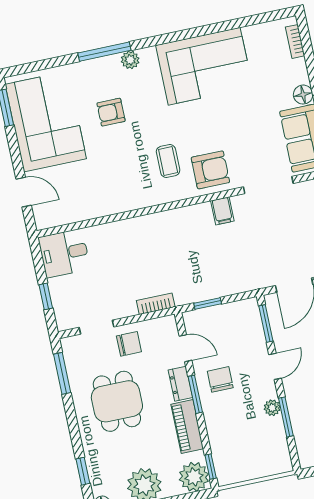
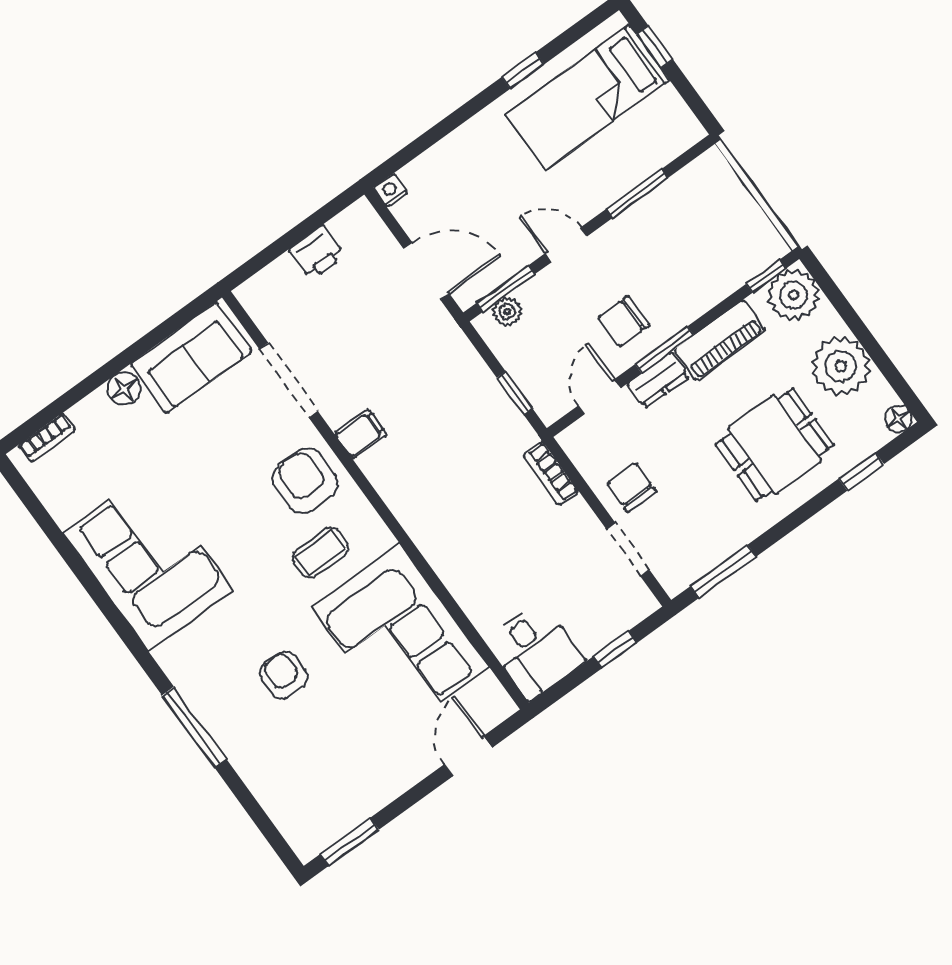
plant: (130, 60) -> (189, 681), removed
armchair: (111, 112) -> (284, 675), turned 180
corner sofa: (46, 121) -> (400, 637), moved, turned -90
dining table: (117, 401) -> (775, 445), moved
plant: (272, 408) -> (507, 312), moved

